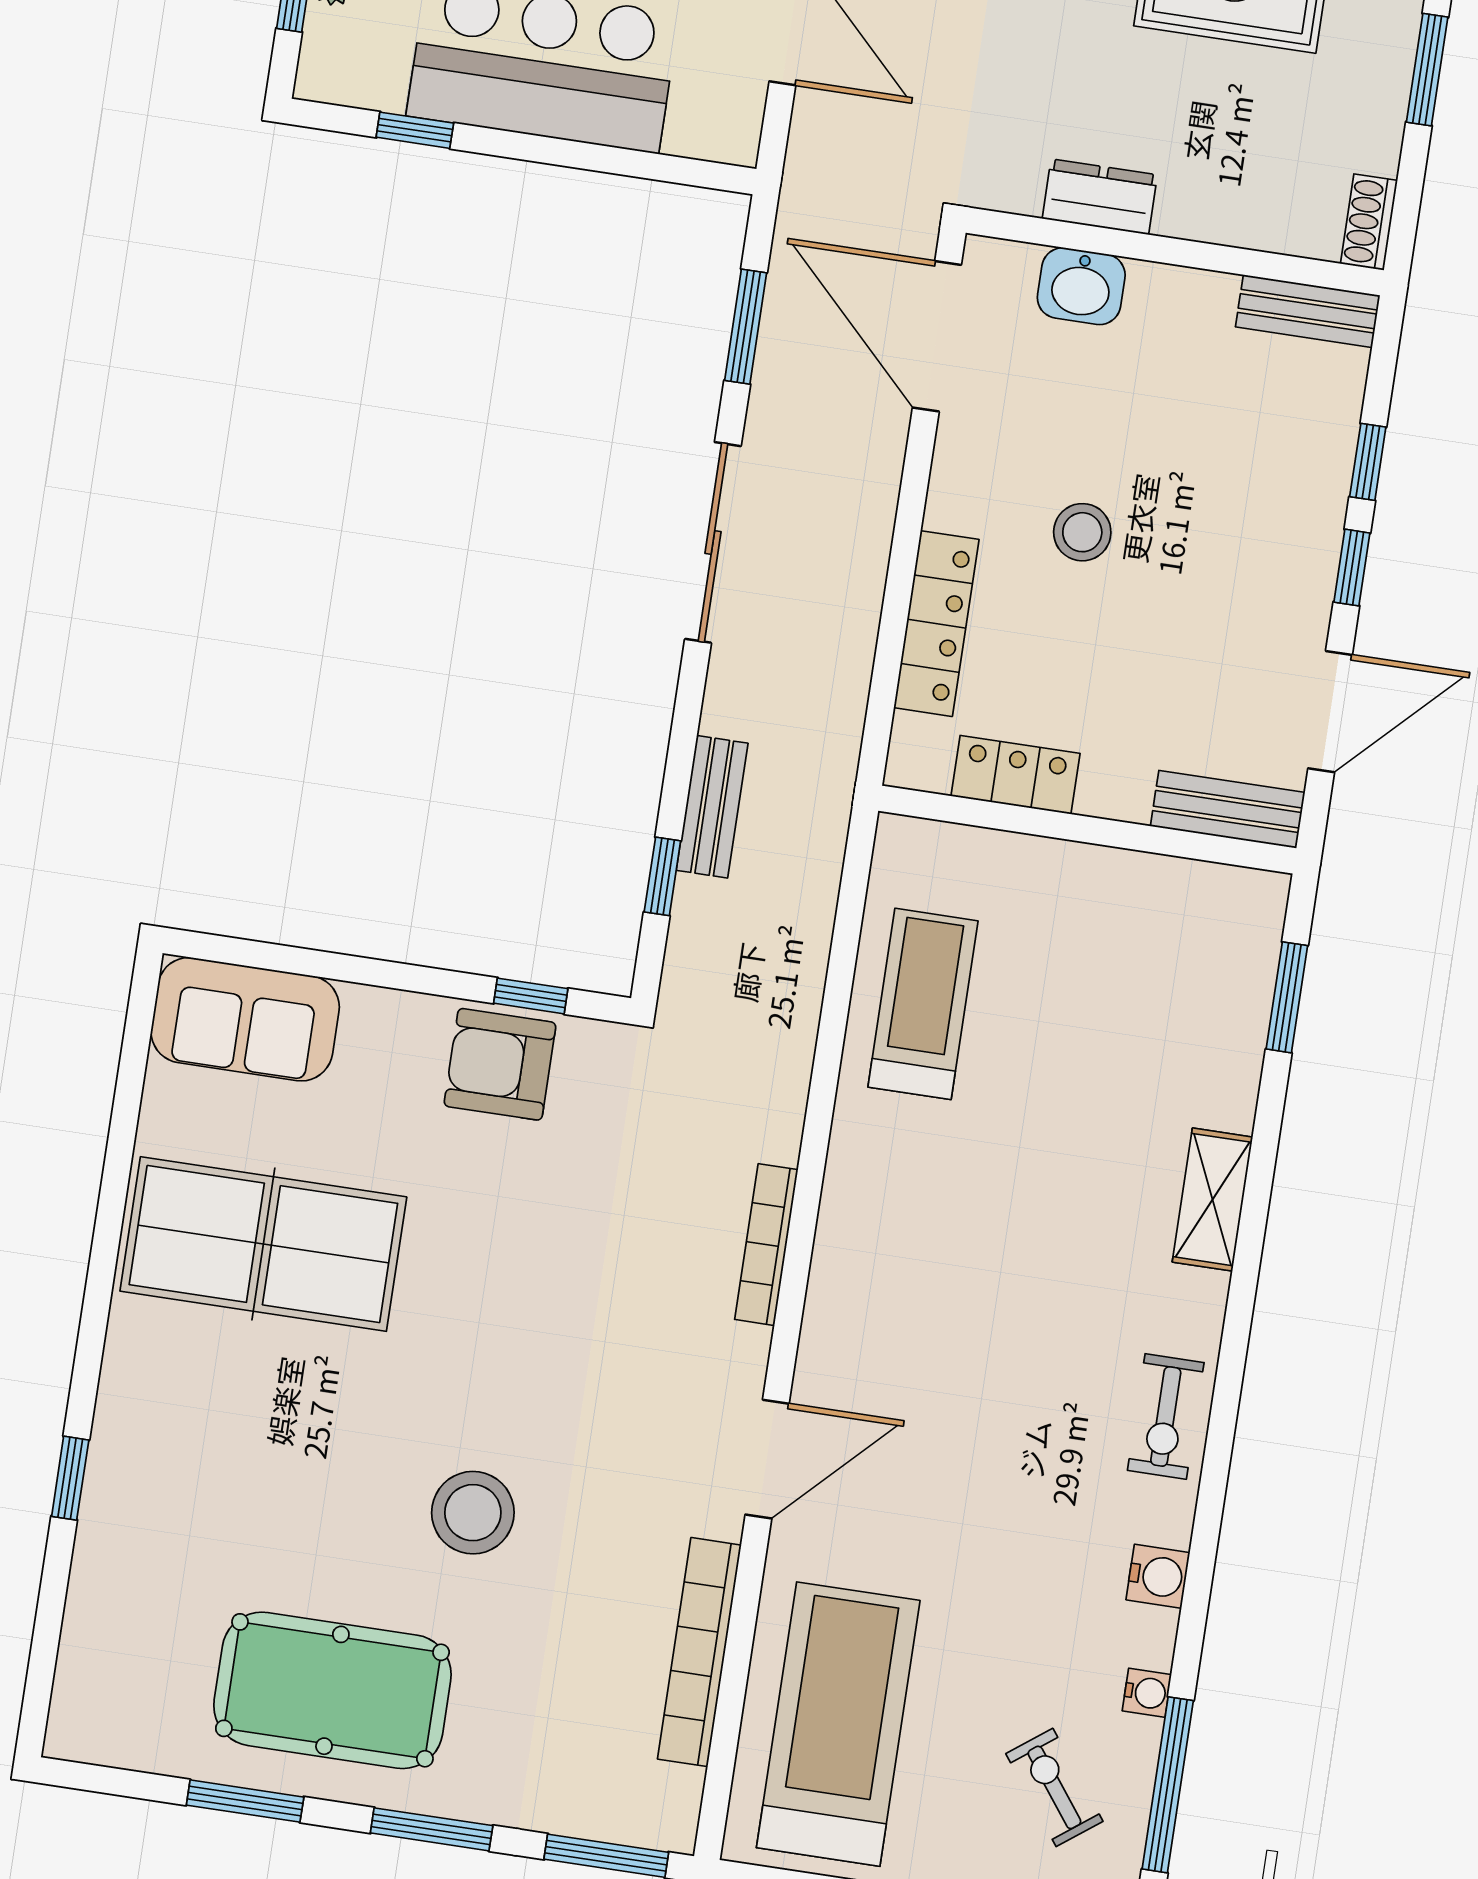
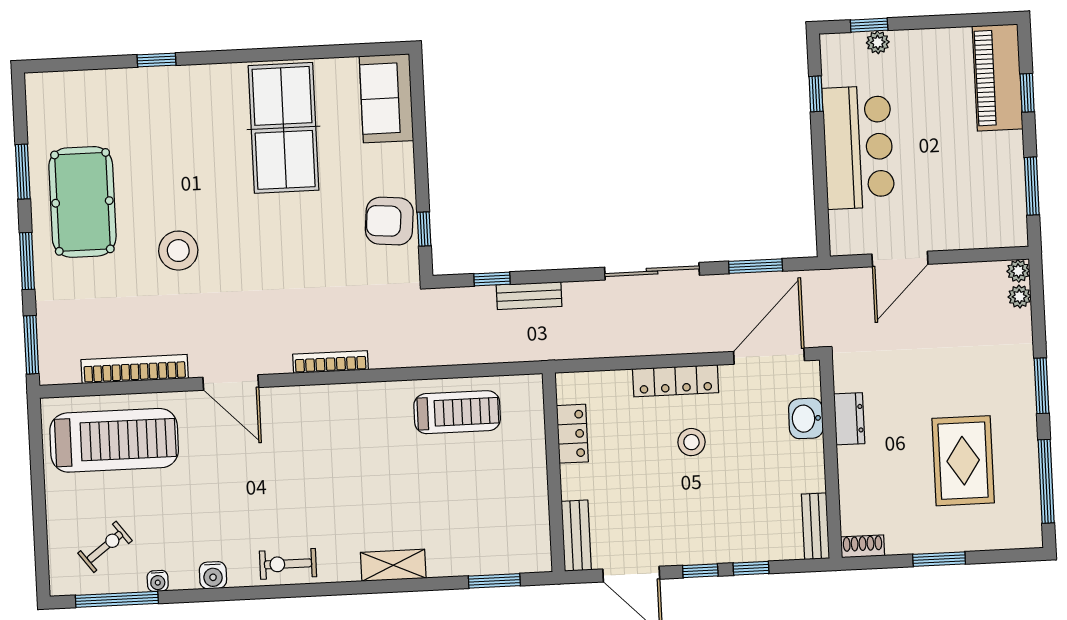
locker: (936, 624) -> (676, 381), moved
armchair: (500, 1064) -> (389, 221), turned -85

